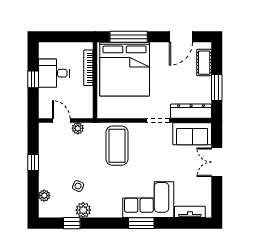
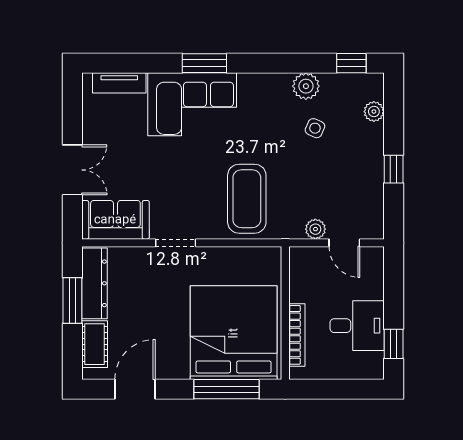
window: (33, 79) -> (394, 344), moved
dresser: (191, 111) -> (94, 283), moved, turned -90
window: (72, 223) -> (351, 63), moved

